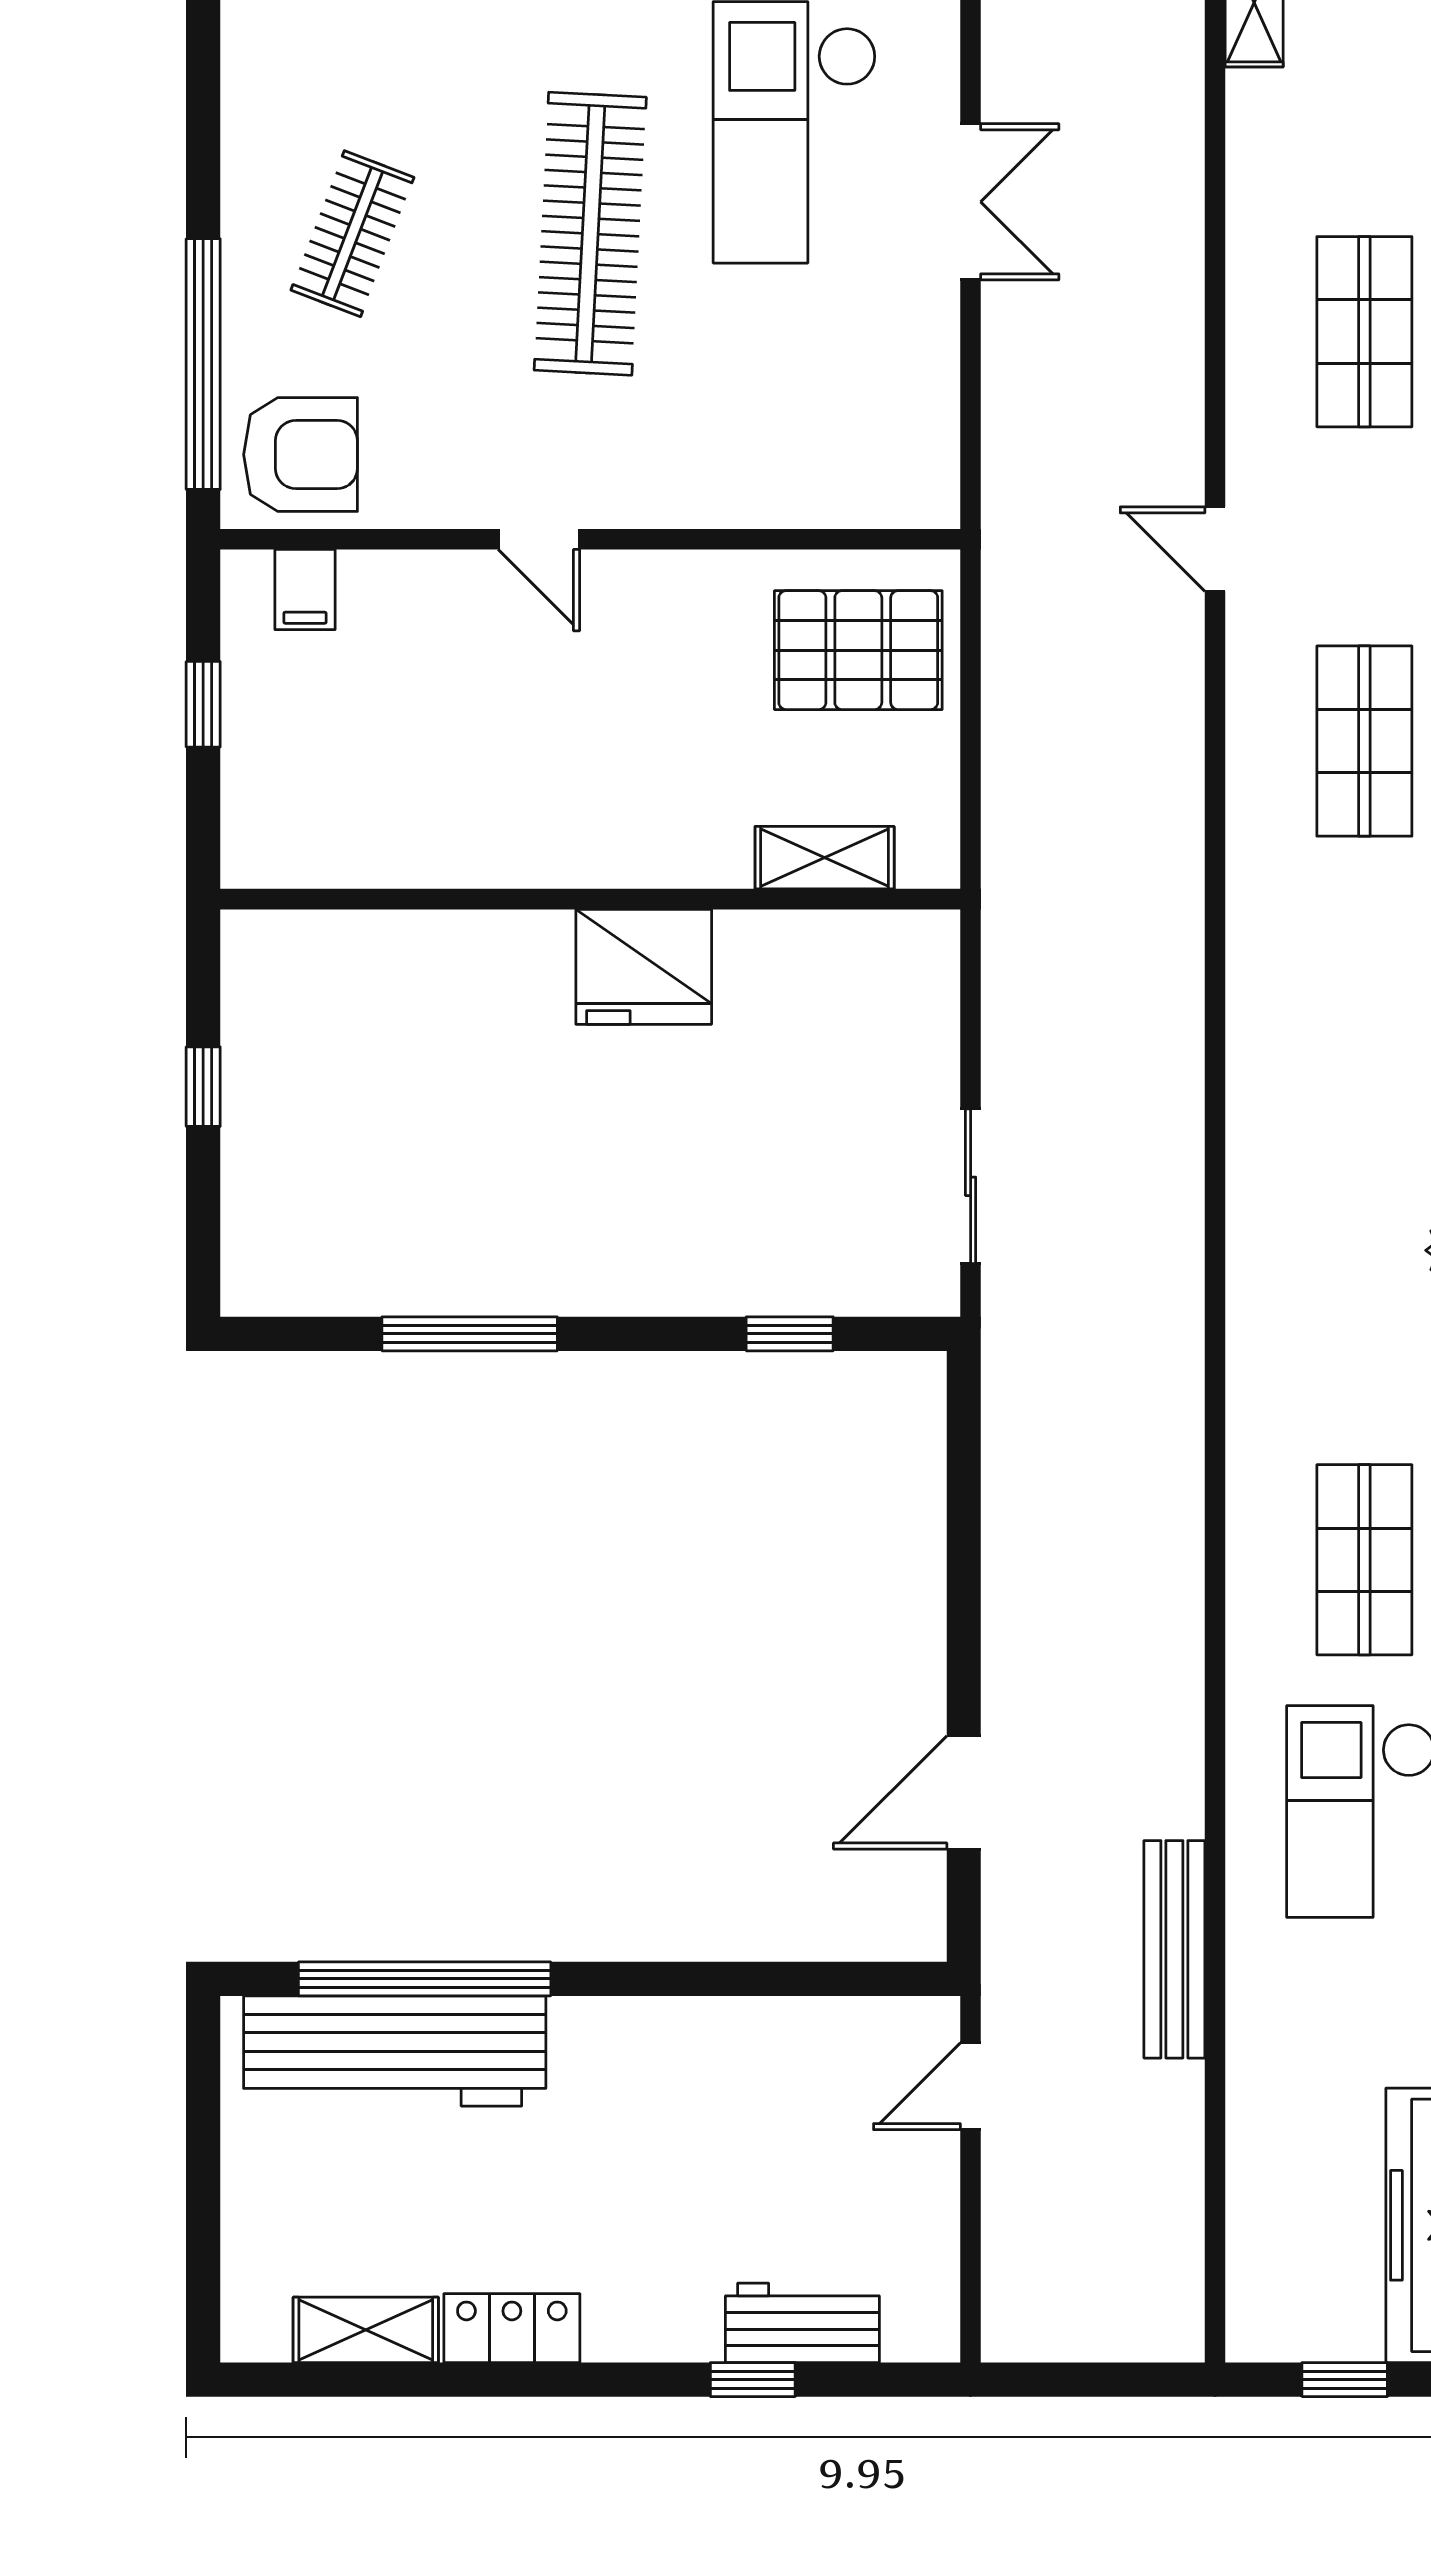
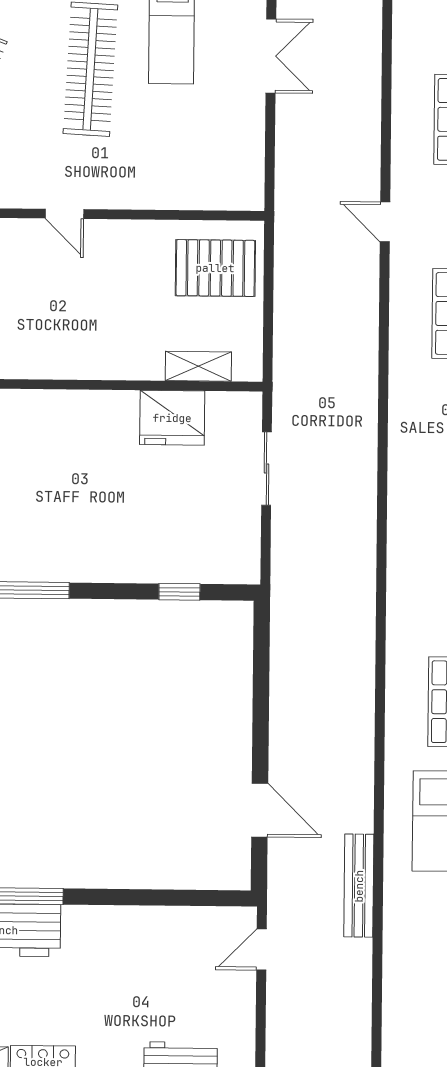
fridge: (644, 967) -> (172, 418), moved
sliding door: (971, 1186) -> (267, 469), moved
door: (964, 1792) -> (260, 810), swing flipped

